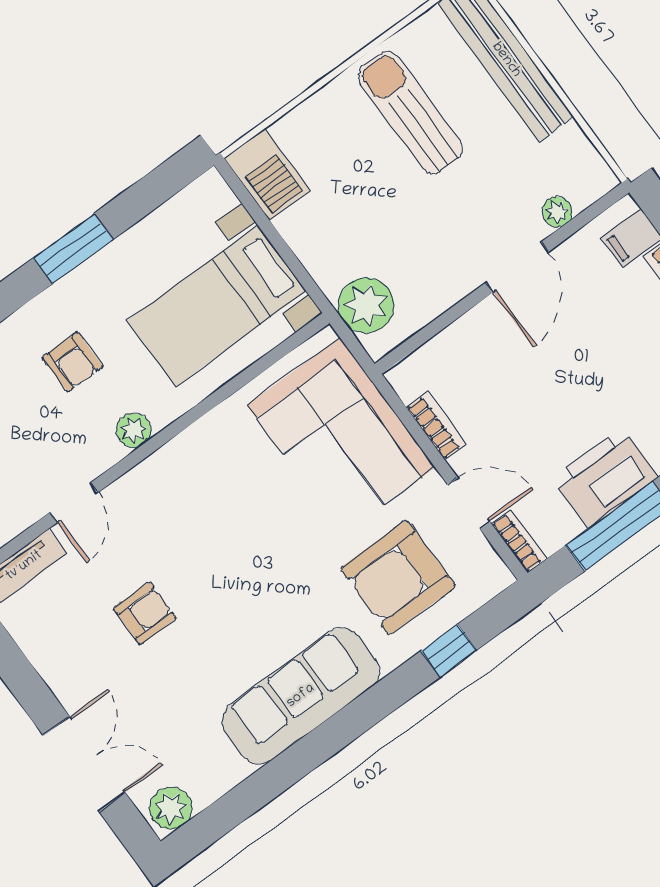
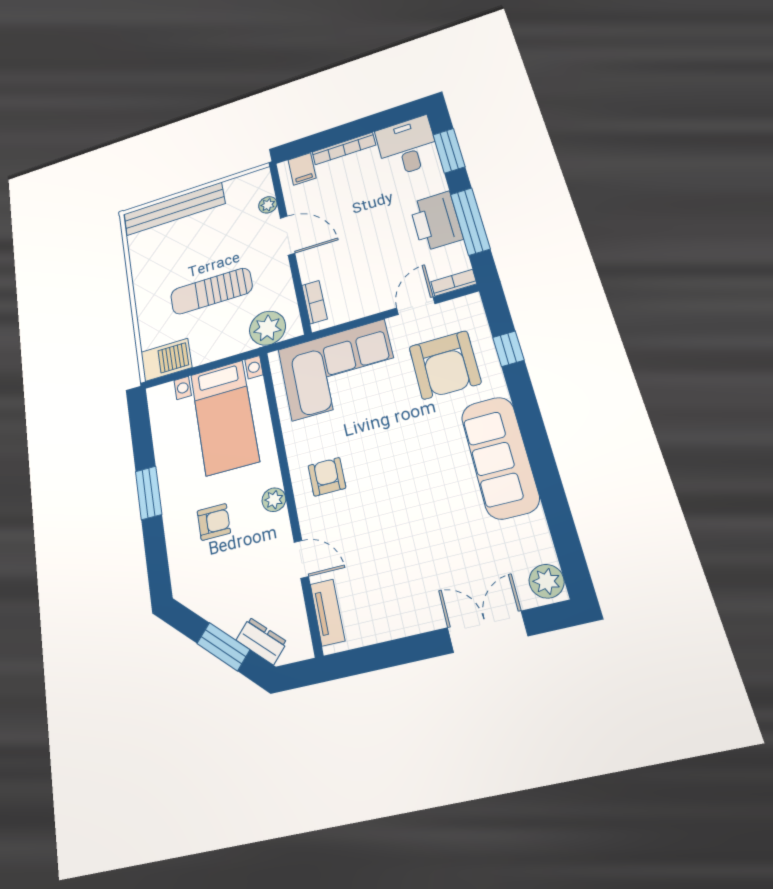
sun lounger: (410, 112) -> (211, 291), moved
bookcase: (436, 426) -> (314, 302), moved, turned 90
armchair: (145, 613) -> (327, 477), moved

